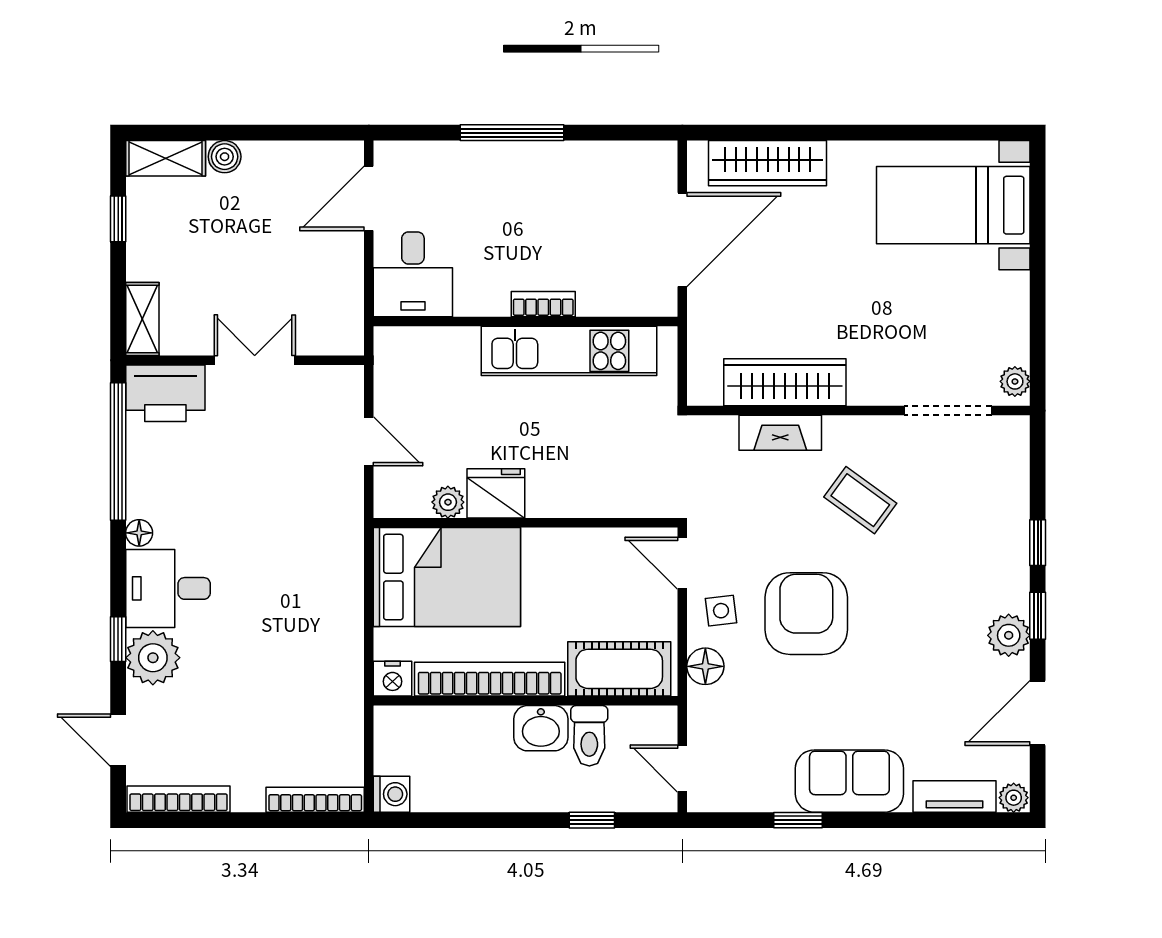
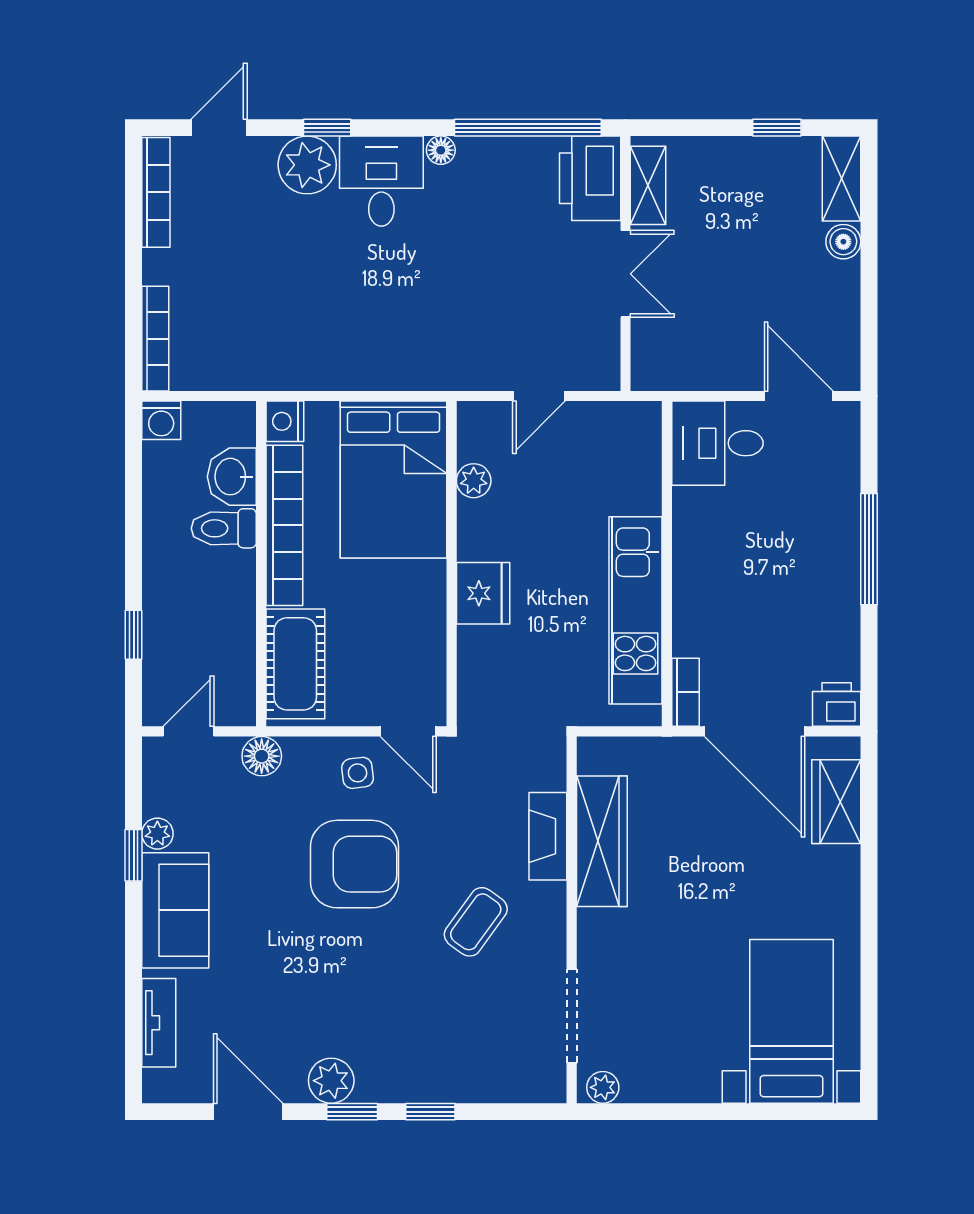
printer: (657, 163) -> (837, 705), added
wardrobe: (768, 163) -> (836, 802), width x0.67
bookcase: (543, 304) -> (686, 692), moved
shelving: (142, 319) -> (648, 185), moved, turned 90
fridge: (496, 493) -> (483, 593), moved
door: (682, 563) -> (408, 731), swing flipped
floor lamp: (705, 666) -> (262, 756), moved
washbasin: (541, 728) -> (232, 477), moved
toilet: (589, 736) -> (224, 528), moved
plant: (1014, 798) -> (157, 834), moved

